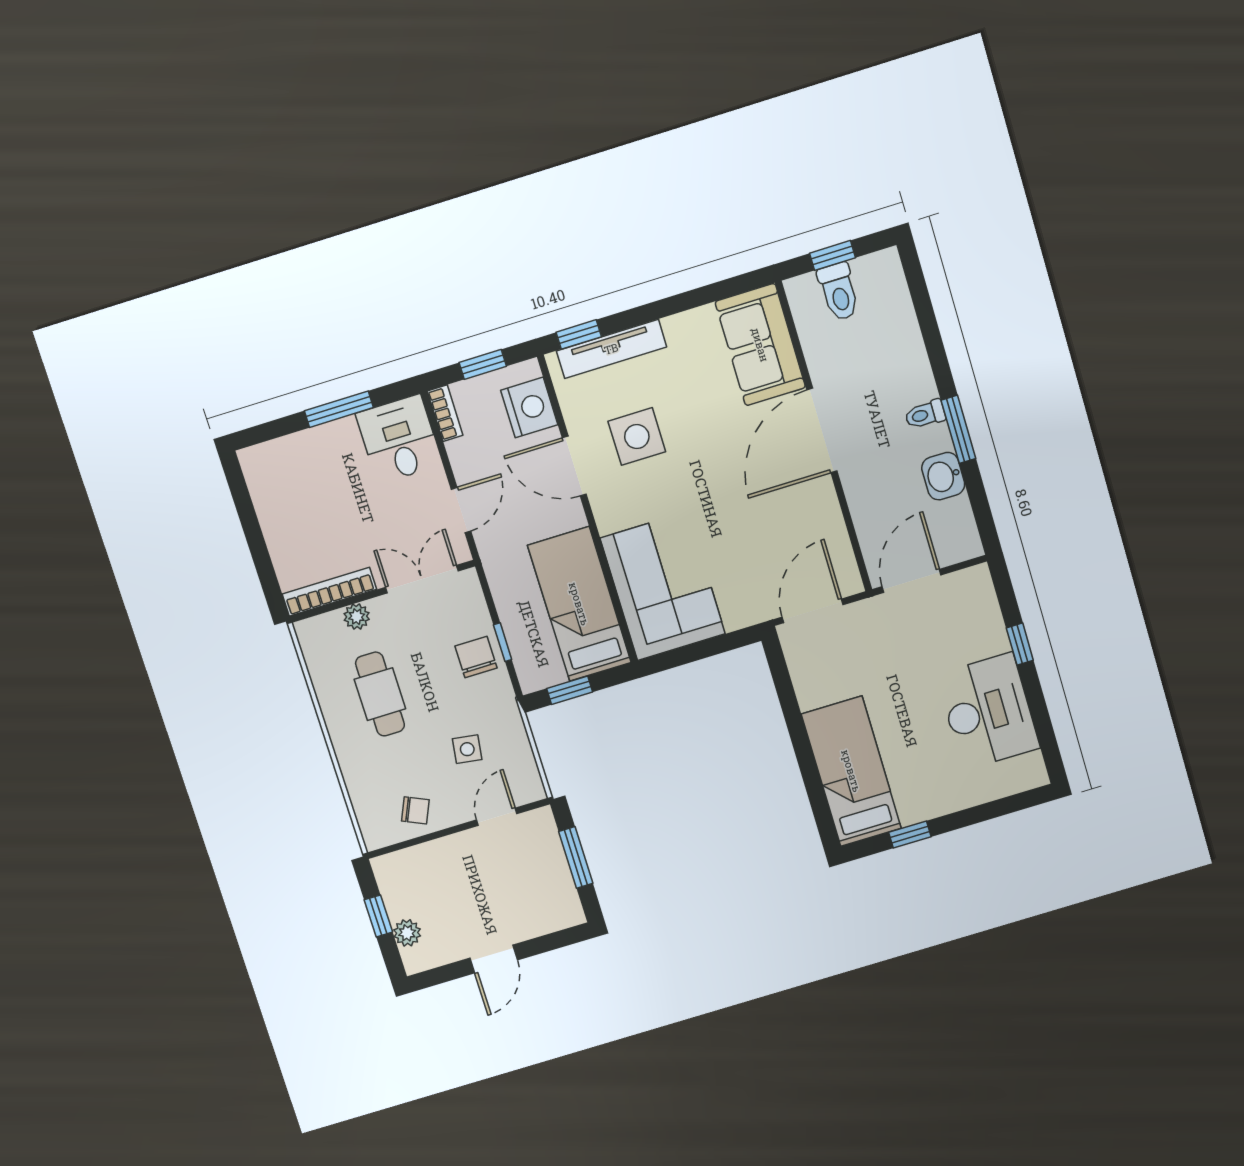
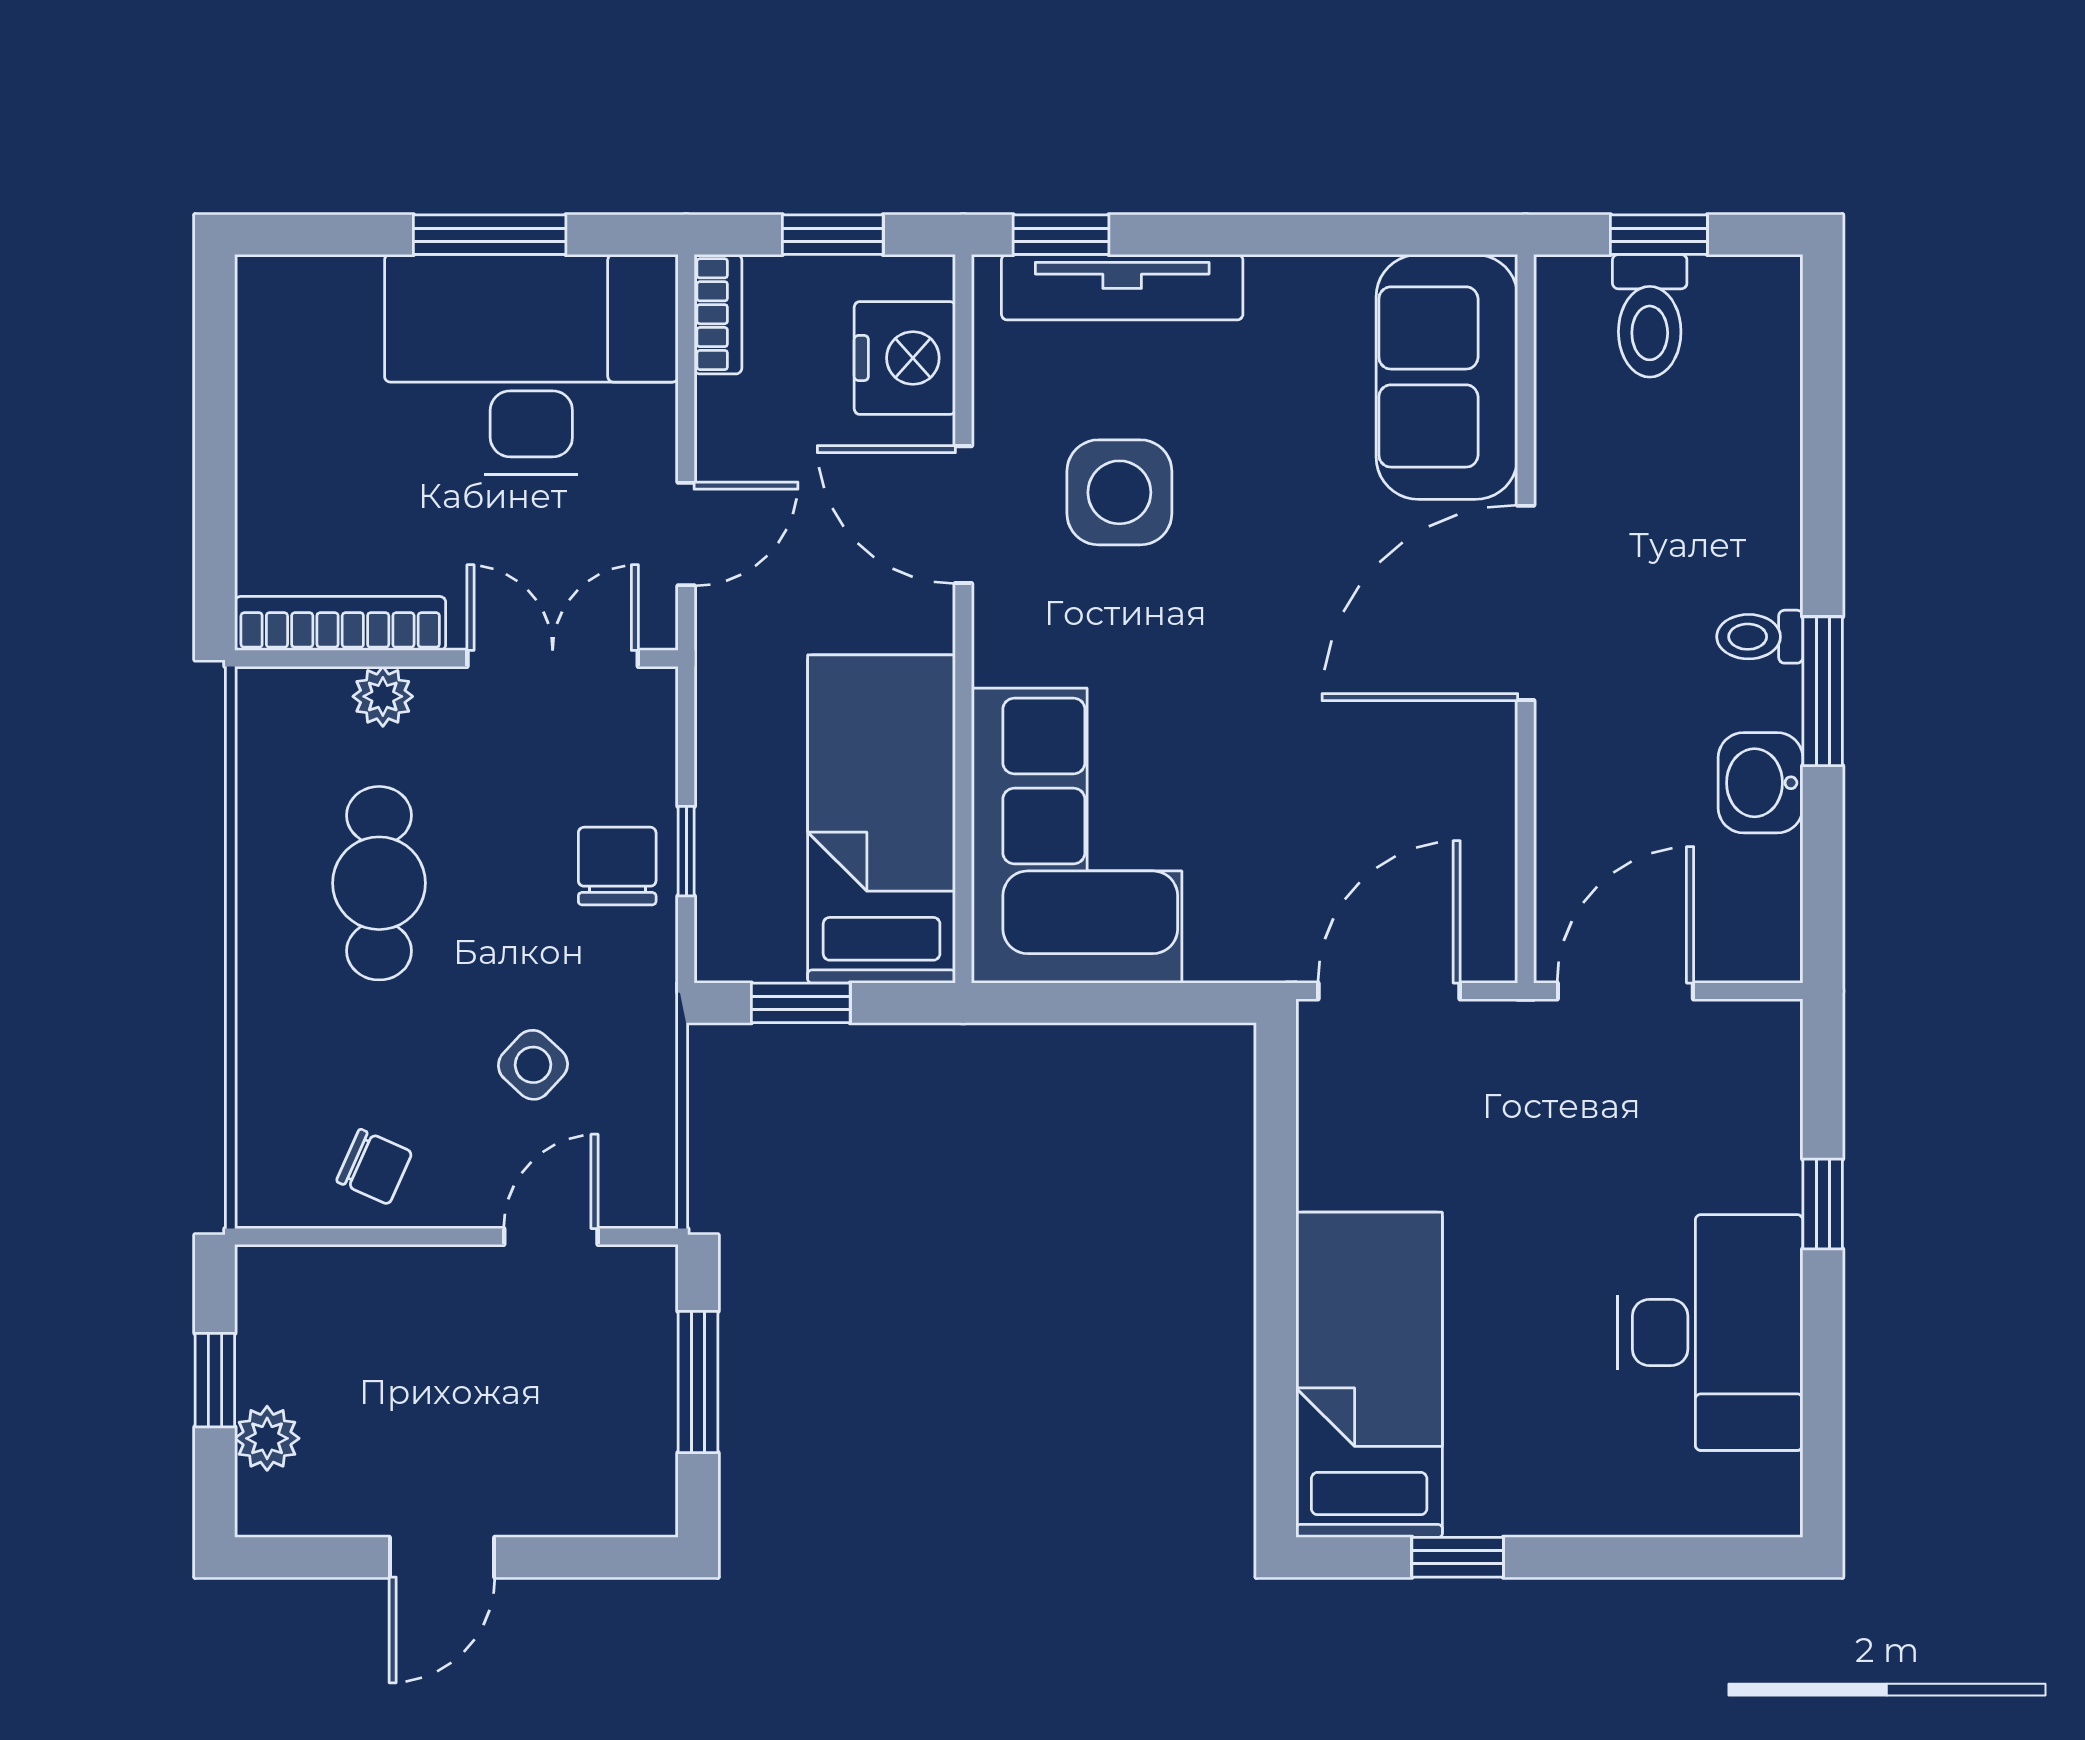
desk: (399, 439) -> (531, 364), width x1.87, depth x1.30
side table: (467, 749) -> (533, 1065), turned 35

